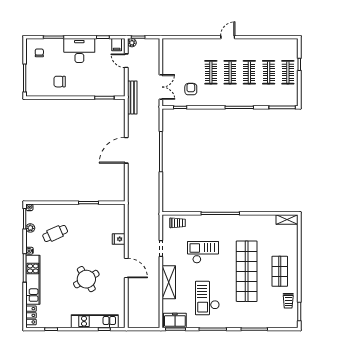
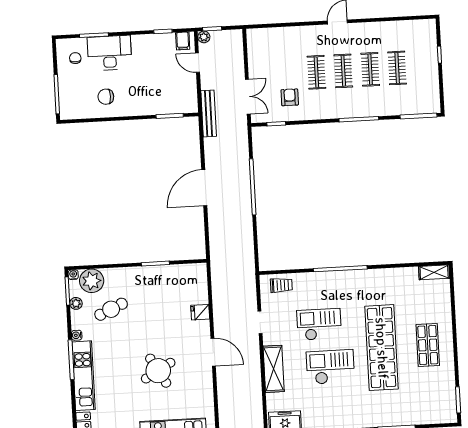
desk: (79, 51) -> (110, 53), moved
clothes rail: (288, 72) -> (424, 66), removed
plant: (42, 212) -> (92, 281), added
checkout: (207, 298) -> (330, 367), moved, turned 90
trolley: (288, 301) -> (442, 386), removed

